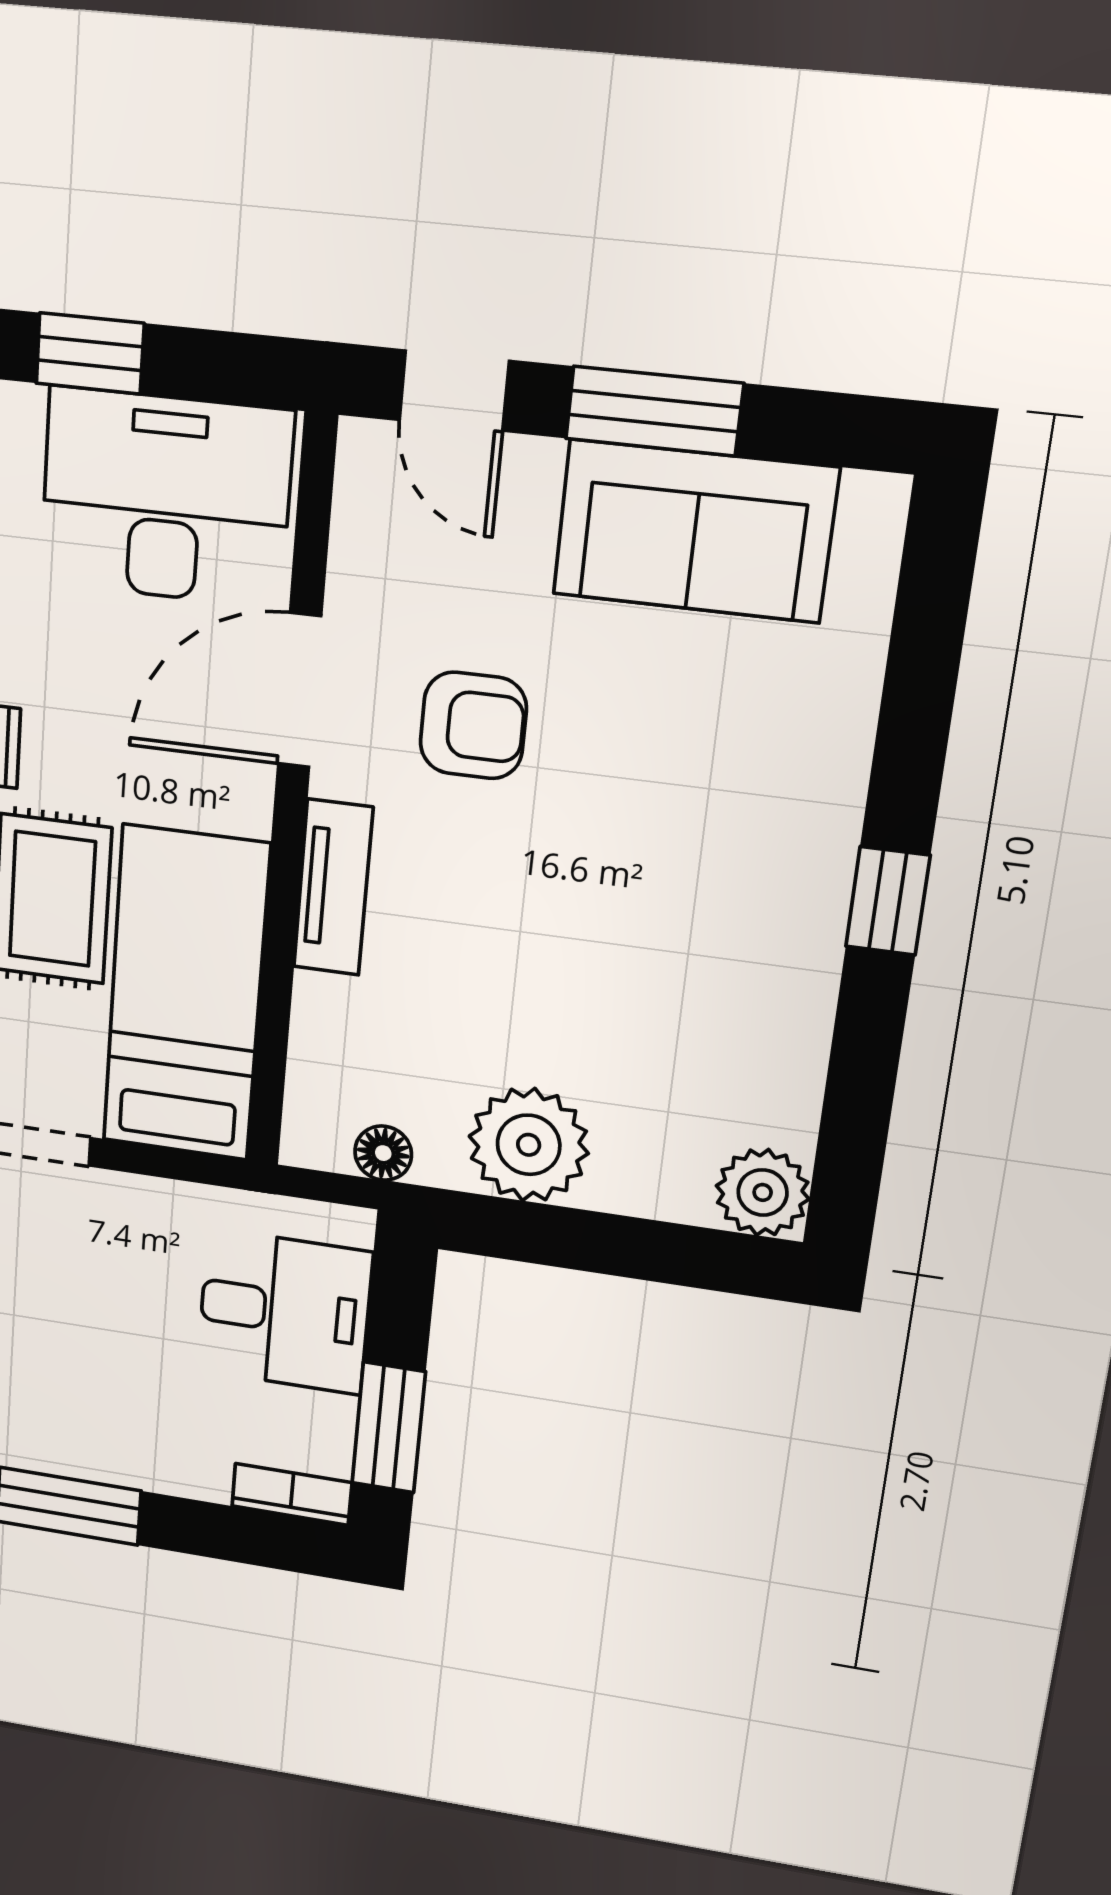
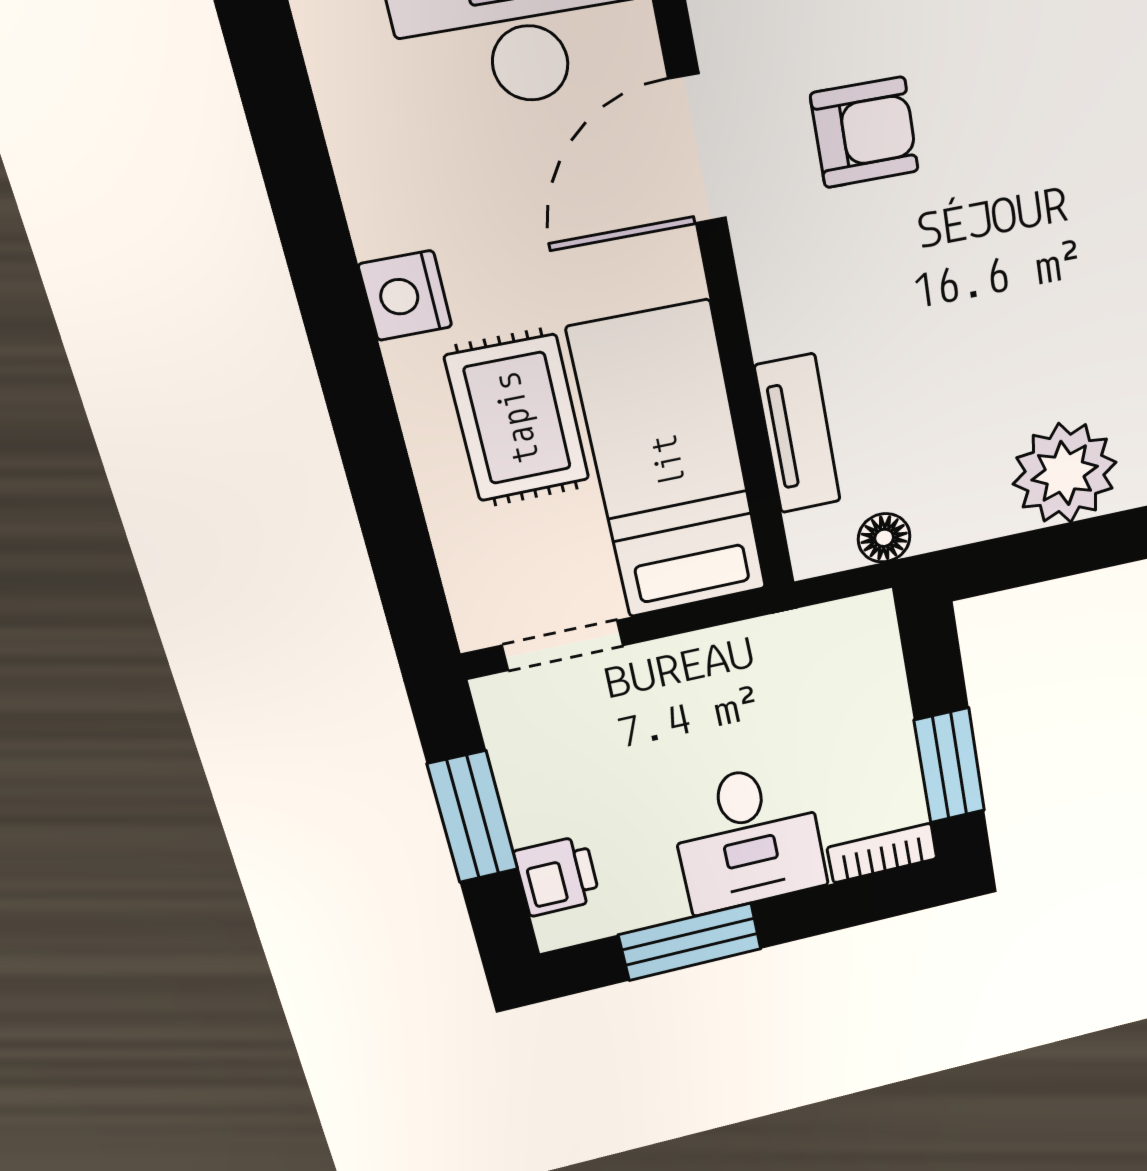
tv unit: (333, 887) -> (798, 434), moved
plant: (529, 1145) -> (1065, 473), moved
desk: (284, 1311) -> (748, 838), moved, turned 90

